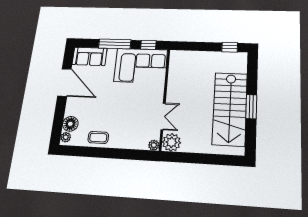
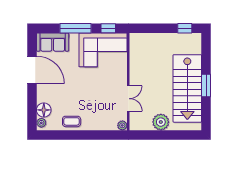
plant: (171, 142) -> (161, 122), moved

